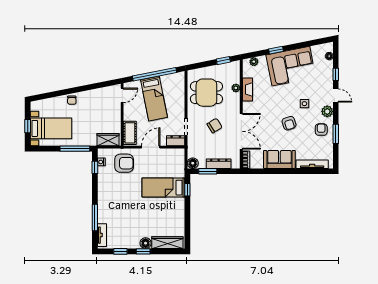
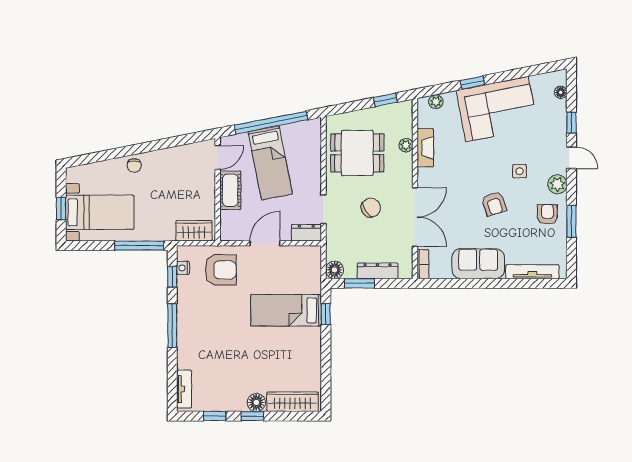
cot: (130, 133) -> (230, 190), moved
window: (95, 217) -> (172, 326), moved

